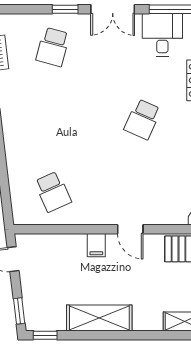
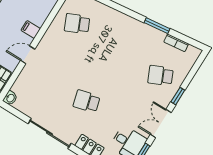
school desk: (53, 47) -> (161, 76), turned -39
school desk: (143, 119) -> (87, 101), turned -39

